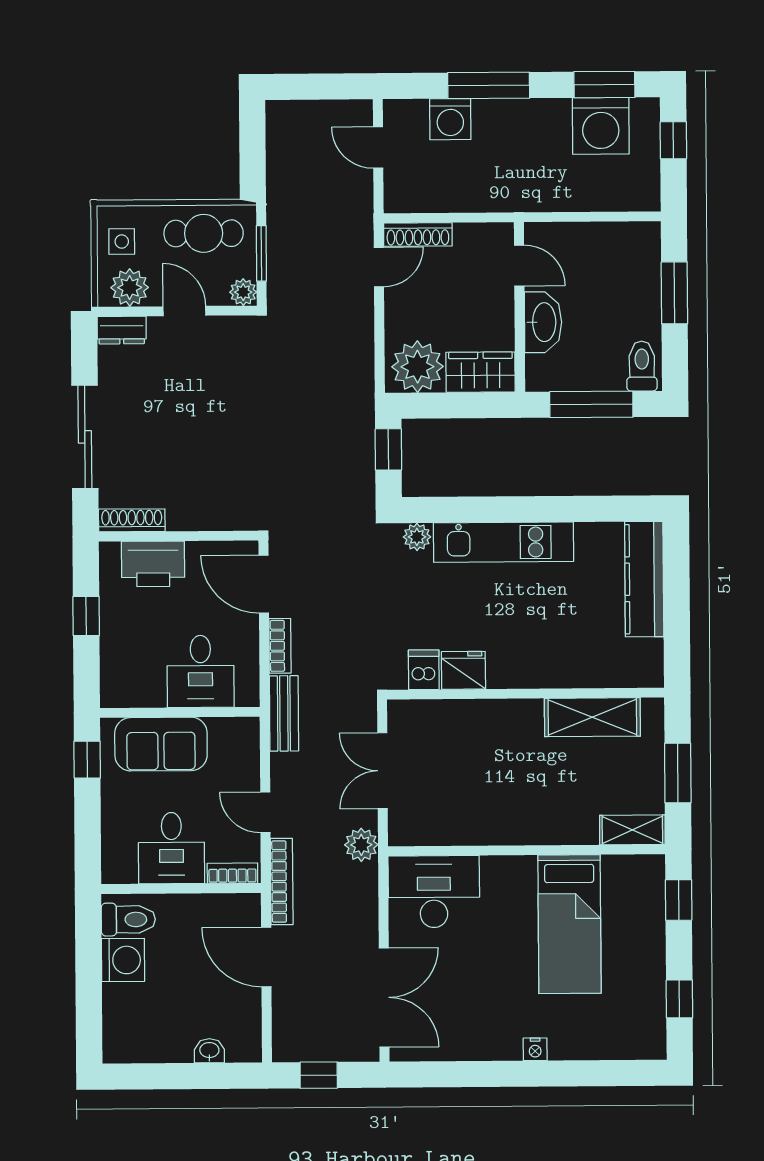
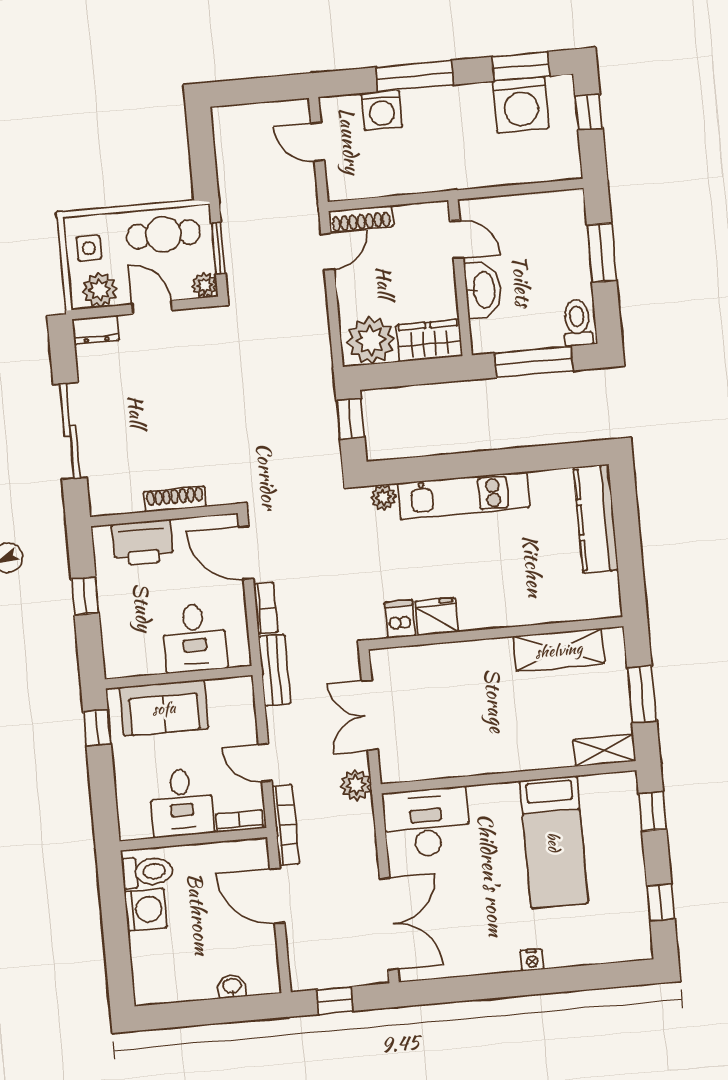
shoe rack: (132, 520) -> (175, 499), moved

